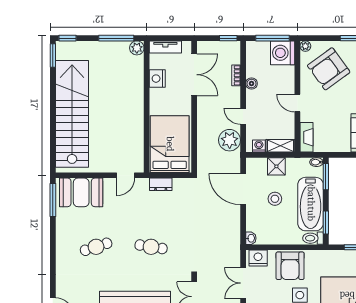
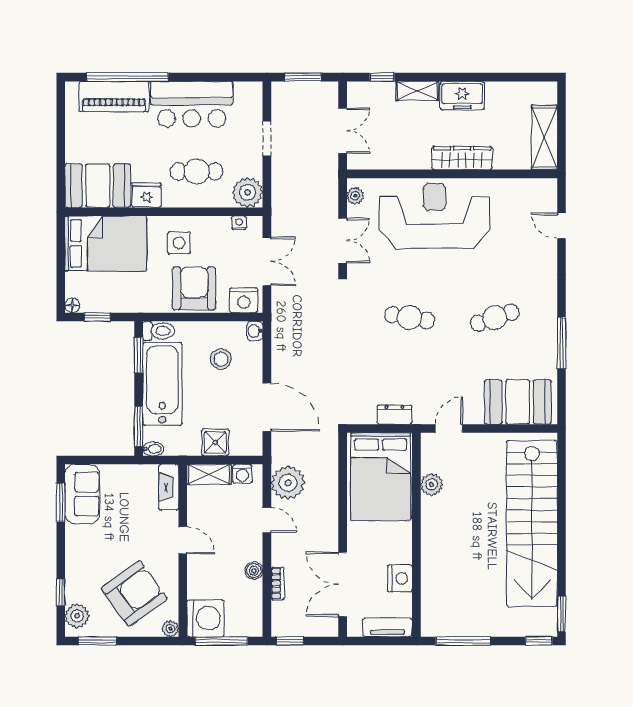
plant: (137, 48) -> (432, 484), moved
stool: (275, 199) -> (221, 359), moved
window: (53, 200) -> (561, 343), moved

